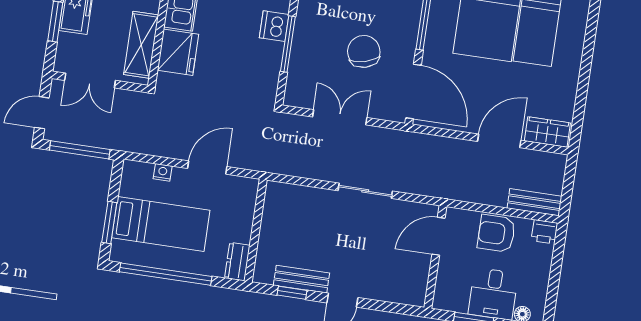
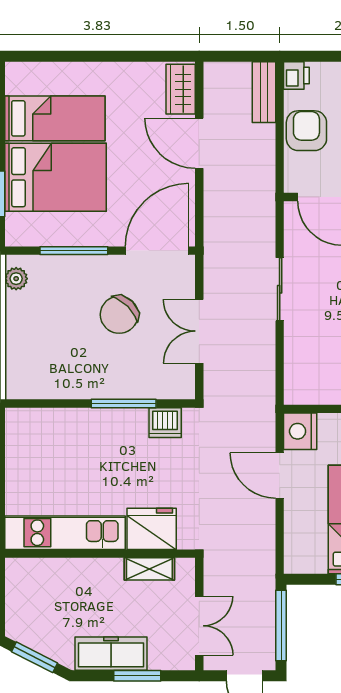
dishwasher: (274, 26) -> (165, 423), moved
shelving: (141, 45) -> (149, 569), width x0.67, depth x0.75
chair: (364, 51) -> (119, 315), turned -30
nightstand: (163, 172) -> (300, 431), moved, width x1.89, depth x1.79
armchair: (496, 233) -> (306, 131), turned 180

